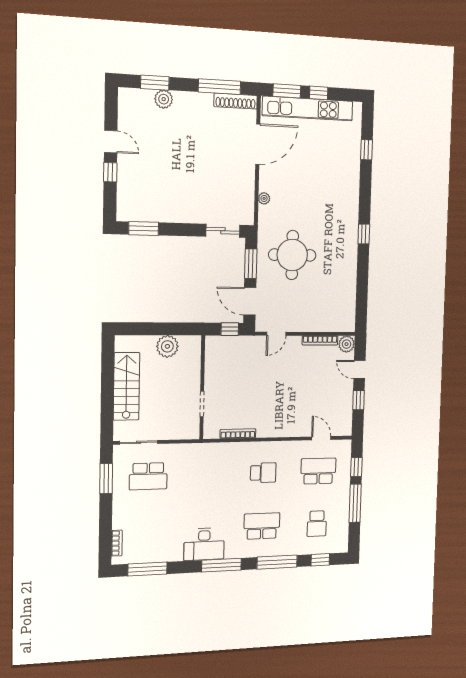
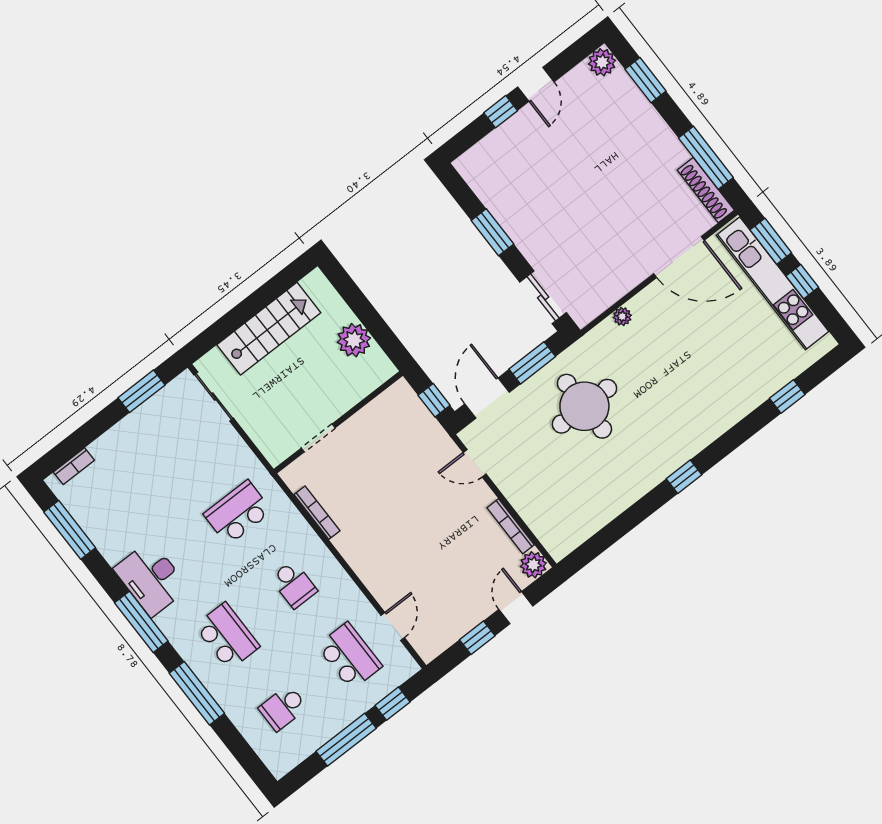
plant: (164, 99) -> (602, 62), moved
window: (144, 229) -> (492, 232), moved
school desk: (148, 476) -> (238, 513), moved, turned 90
window: (320, 560) -> (241, 750), removed

